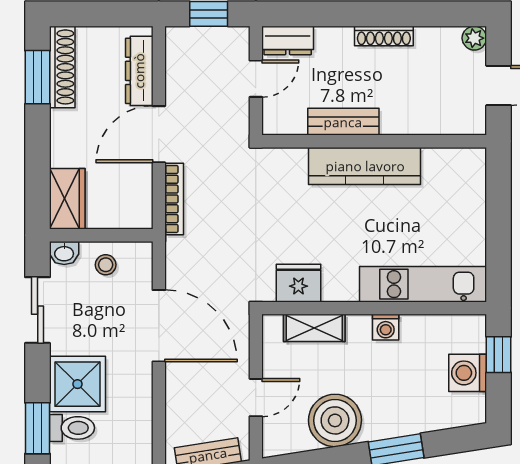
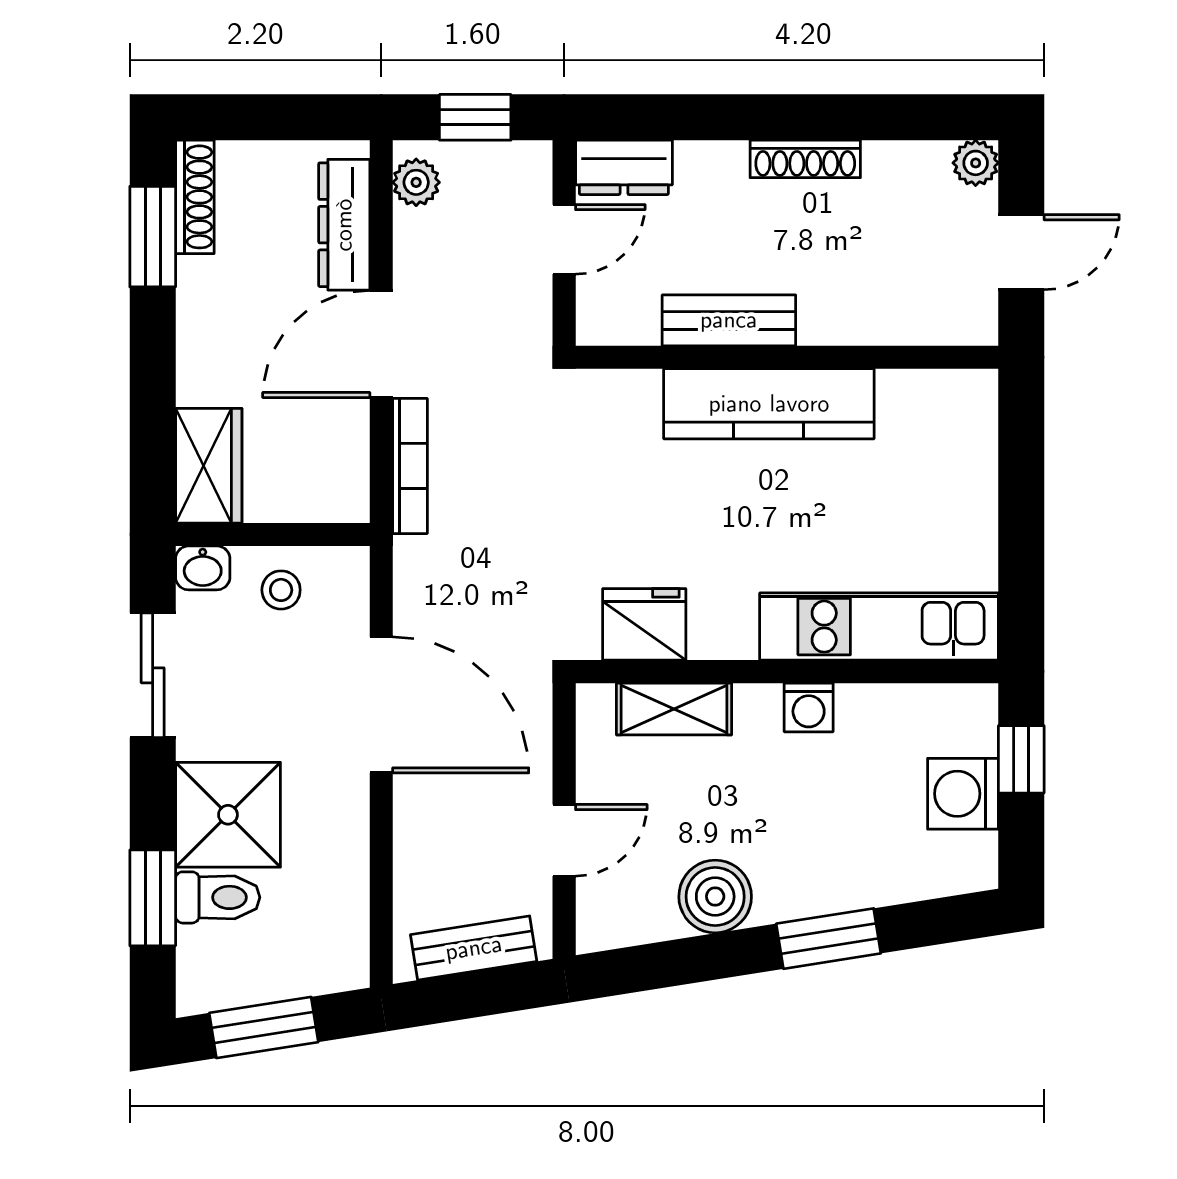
plant: (177, 48) -> (416, 182), added
shoe rack: (62, 67) -> (195, 197), width x0.74, depth x0.81
boiler: (335, 420) -> (715, 896), width x0.73, depth x0.73

